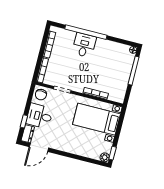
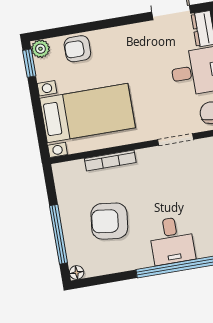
armchair: (108, 66) -> (109, 221), added
armchair: (88, 150) -> (77, 49), added

